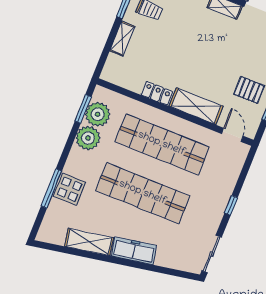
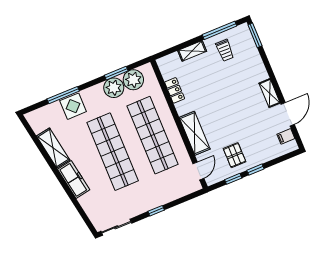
locker: (157, 93) -> (175, 90), moved
window: (83, 109) -> (116, 73), moved

